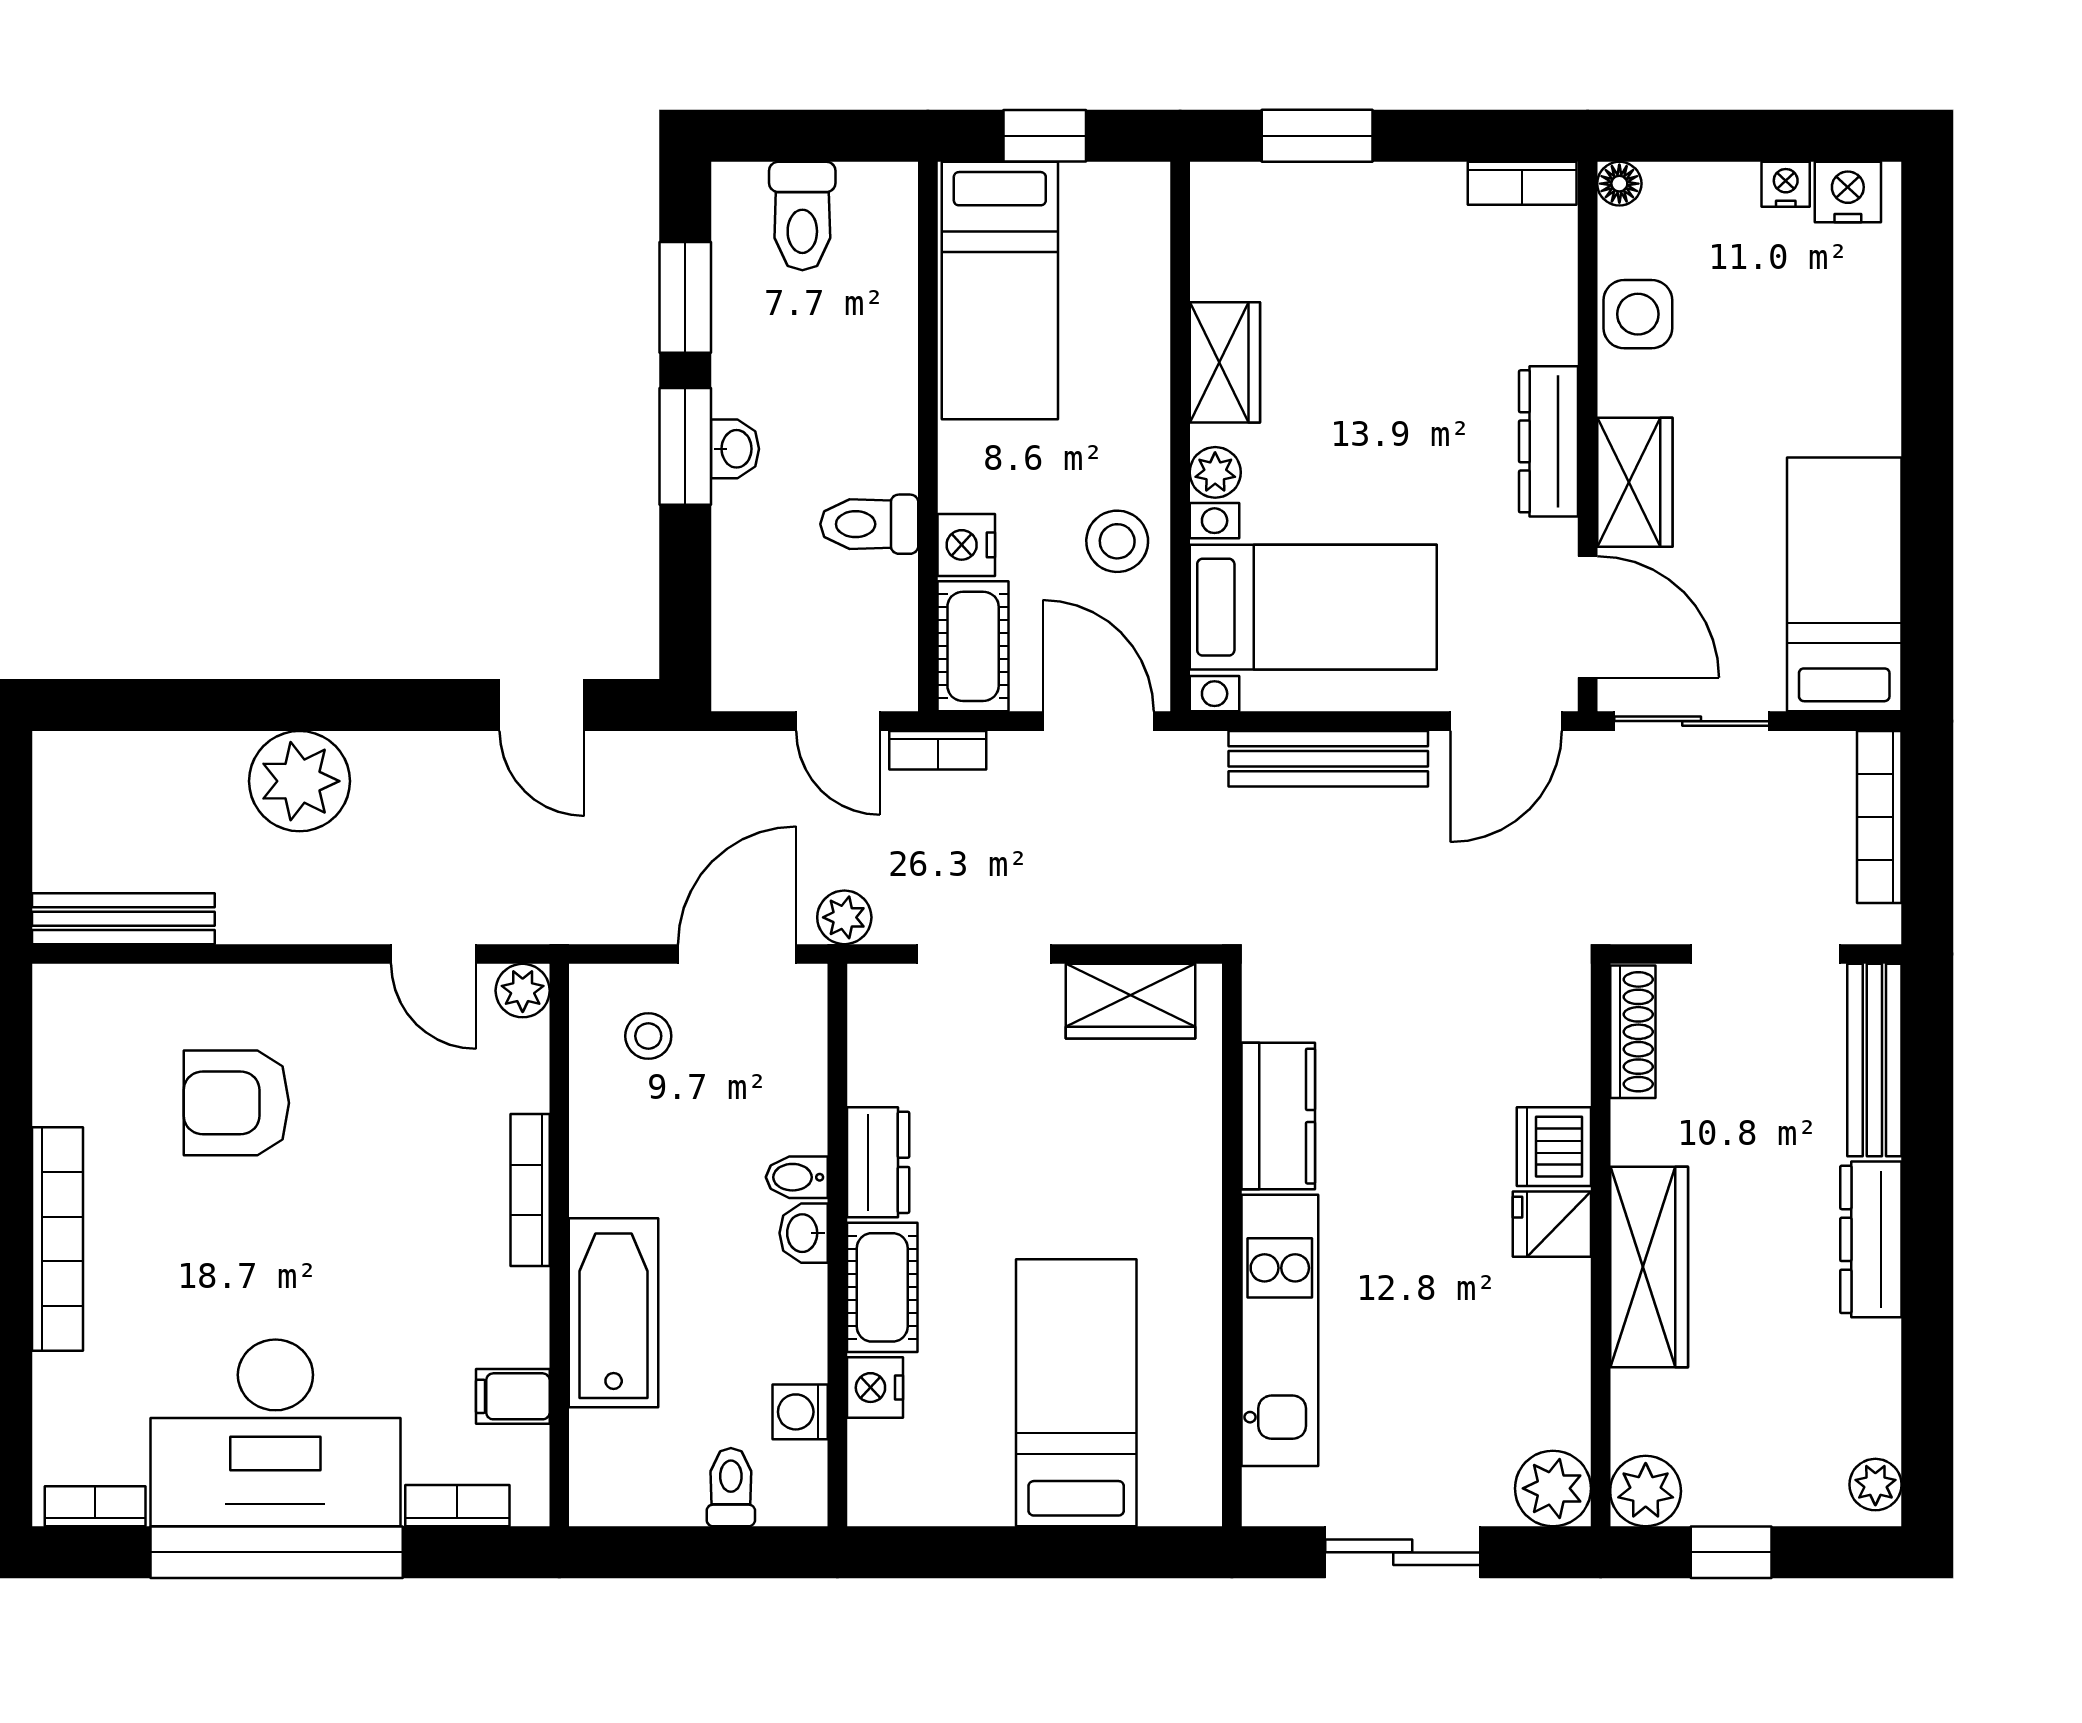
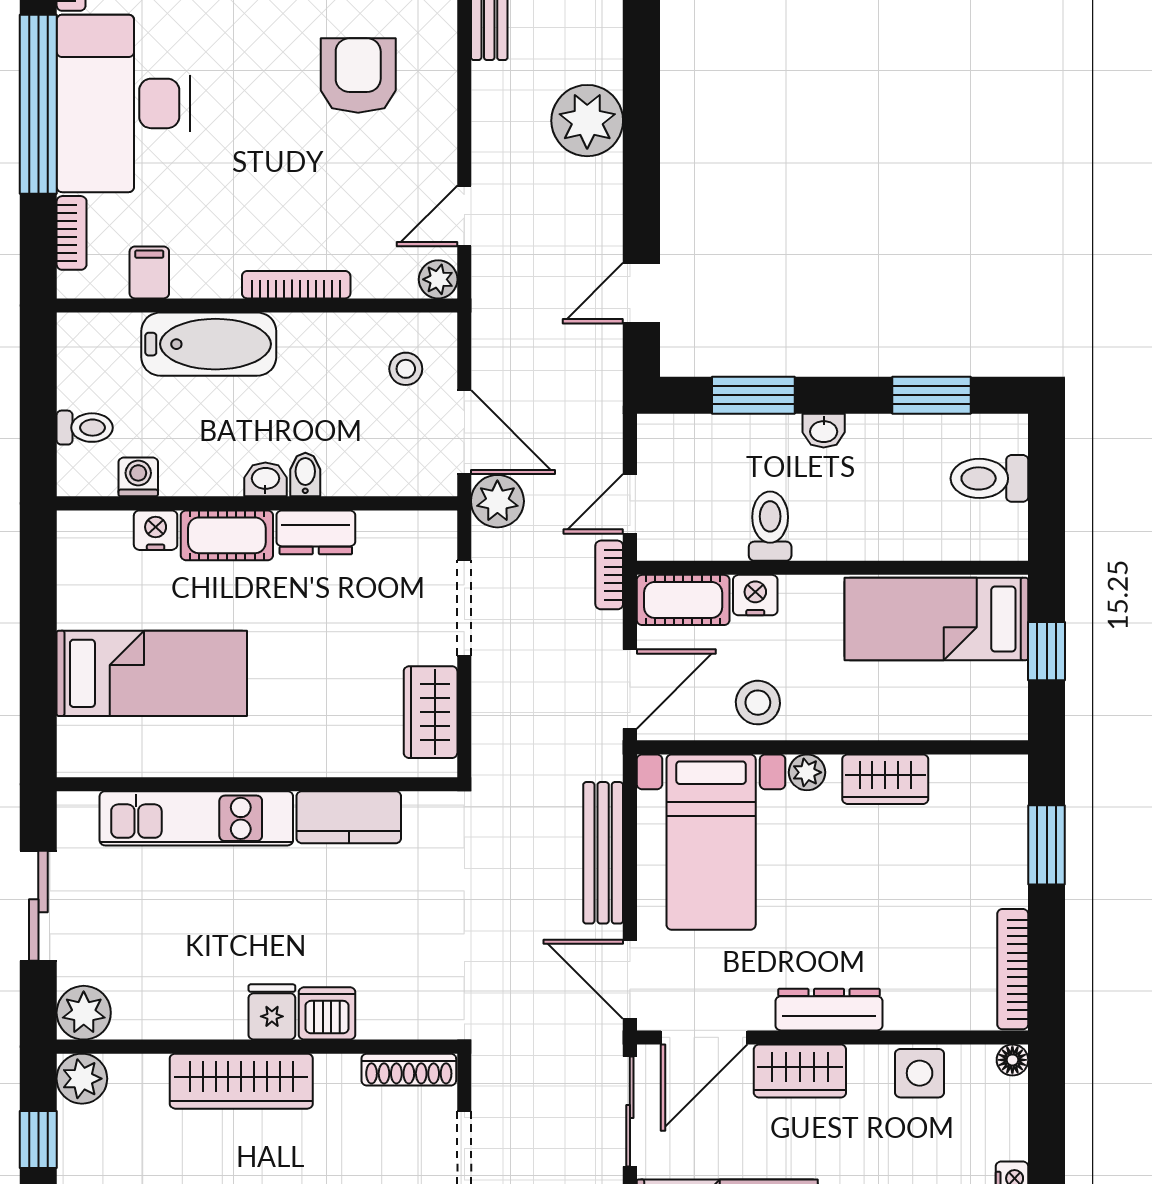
bookcase: (1522, 183) -> (1013, 969), width x1.56
window: (685, 446) -> (753, 395), moved
plant: (844, 917) -> (497, 501), width x1.38, depth x1.38

